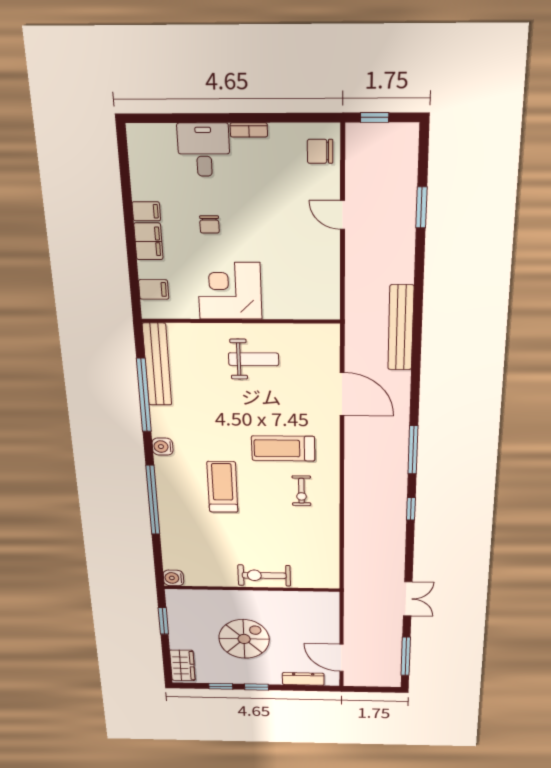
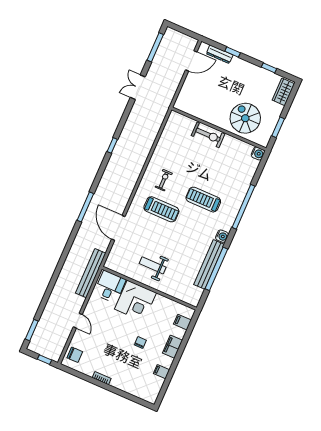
desk: (204, 150) -> (110, 287), moved, turned 180
window: (421, 207) -> (32, 330), moved
filing cabinet: (146, 211) -> (161, 372), moved
corner desk: (230, 291) -> (136, 301), moved
bench: (401, 328) -> (91, 273), moved
bench: (157, 365) -> (209, 264), moved
window: (413, 450) -> (85, 207), moved
treadmill: (222, 487) -> (203, 200), turned 90
spiral stairs: (244, 639) -> (245, 118), moved, turned 90
door: (341, 658) -> (191, 61), hinge flipped
window: (257, 687) -> (233, 52), moved

